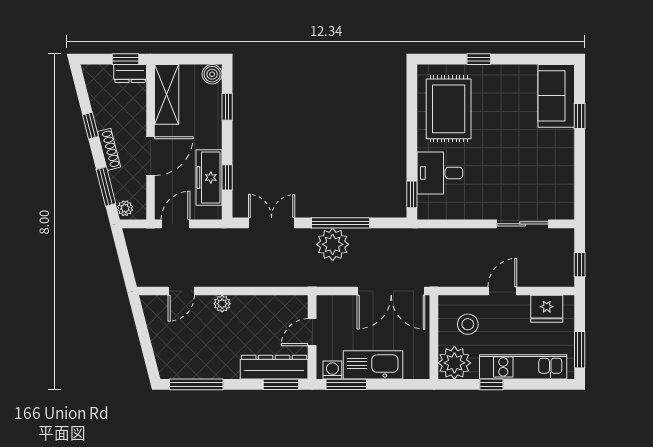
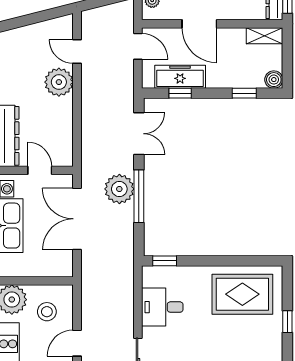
shelving: (167, 94) -> (265, 36), width x0.67, depth x0.75
desk: (440, 173) -> (162, 307), moved, turned -90
double door: (391, 291) -> (77, 219), moved
door: (502, 291) -> (77, 343), swing flipped
plant: (222, 304) -> (59, 82), width x1.88, depth x1.88

